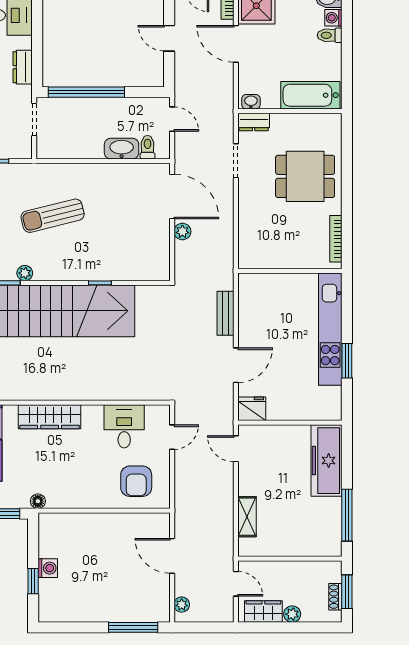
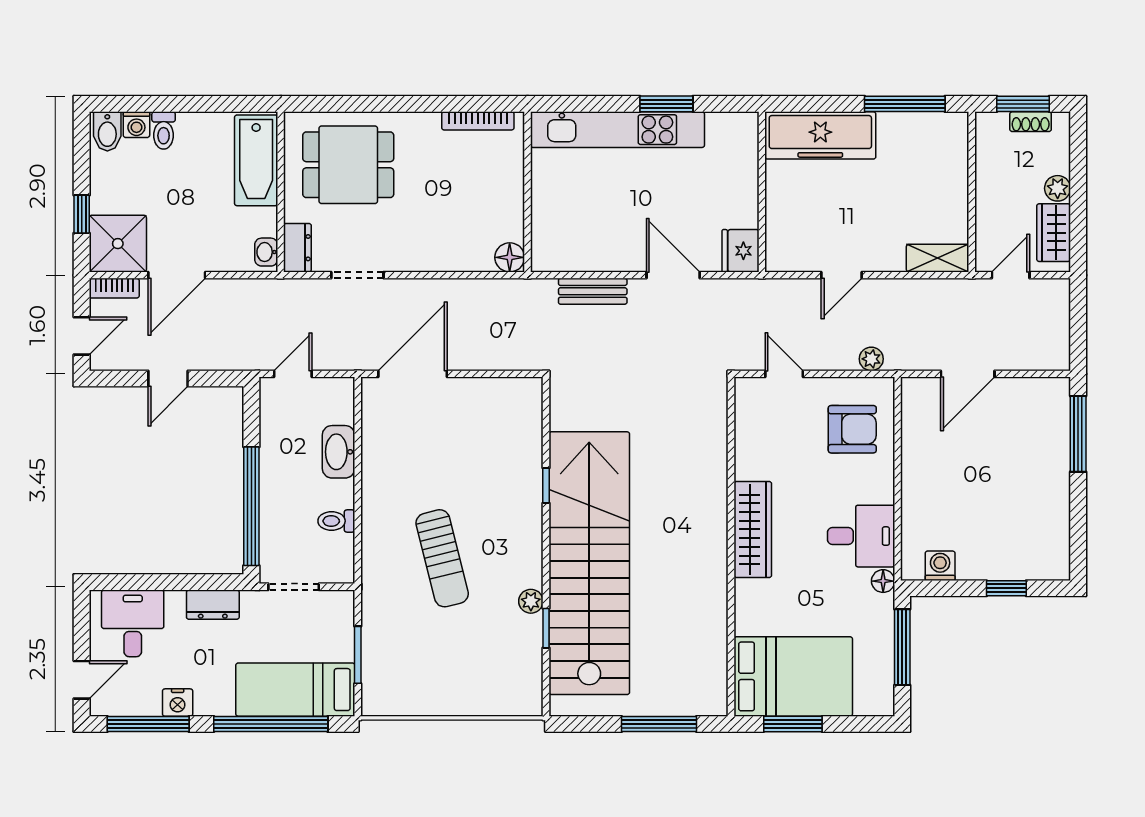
toilet: (148, 147) -> (336, 521), moved
dining table: (305, 176) -> (348, 165), moved, turned 90
plant: (182, 232) -> (467, 358), removed
floor lamp: (247, 259) -> (510, 257), added
wardrobe: (50, 417) -> (753, 529), moved
desk: (124, 426) -> (861, 536), moved, turned 180
door: (236, 449) -> (842, 275), moved
shelving: (247, 517) -> (938, 258), moved
washing machine: (48, 568) -> (940, 566), moved
plant: (182, 605) -> (871, 359), moved

